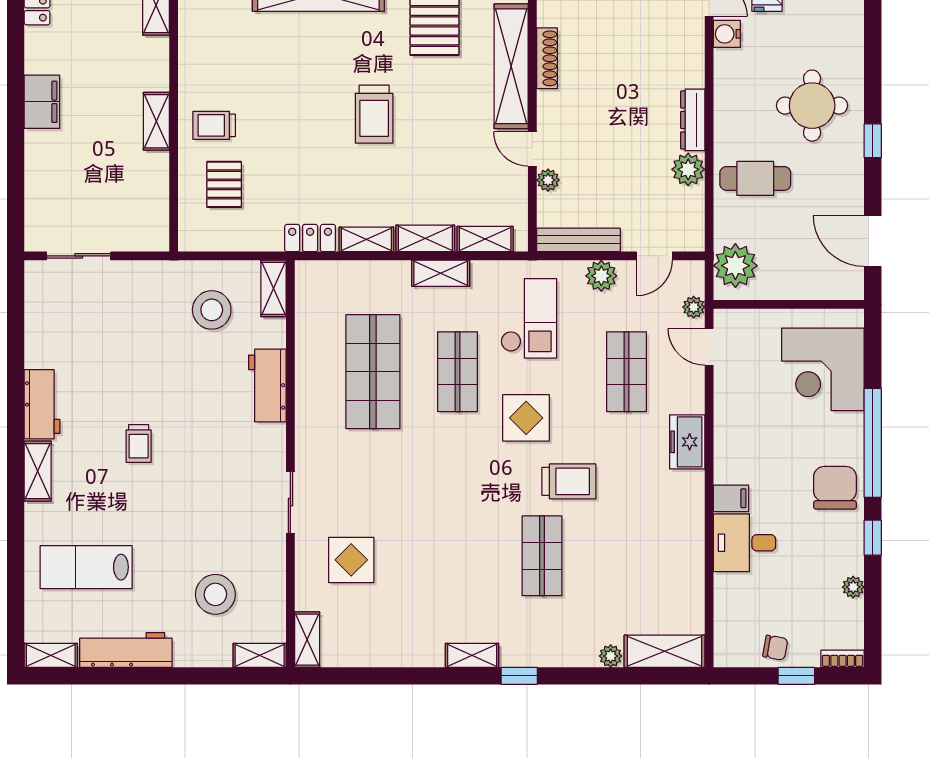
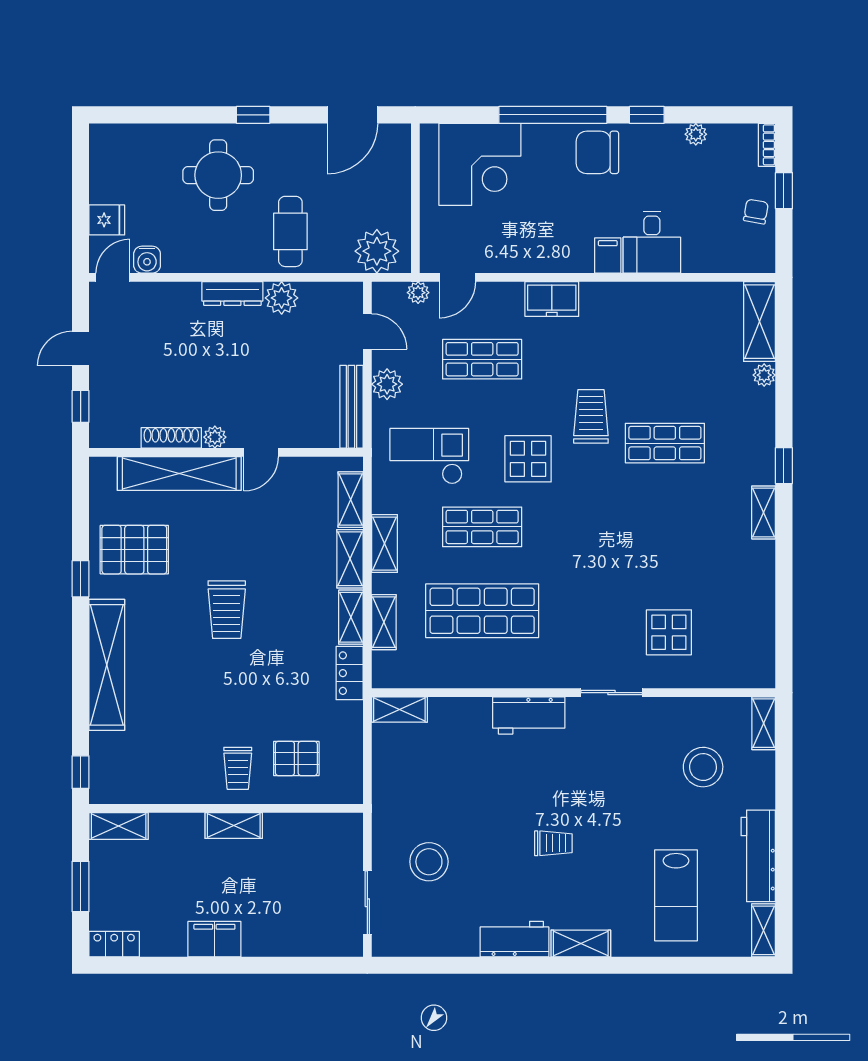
trolley: (374, 114) -> (227, 610), turned 90
plant: (548, 180) -> (215, 437), moved
stool: (212, 310) -> (429, 862), moved
workbench: (267, 386) -> (529, 715), moved
shelving: (307, 640) -> (384, 622), moved, turned 90

